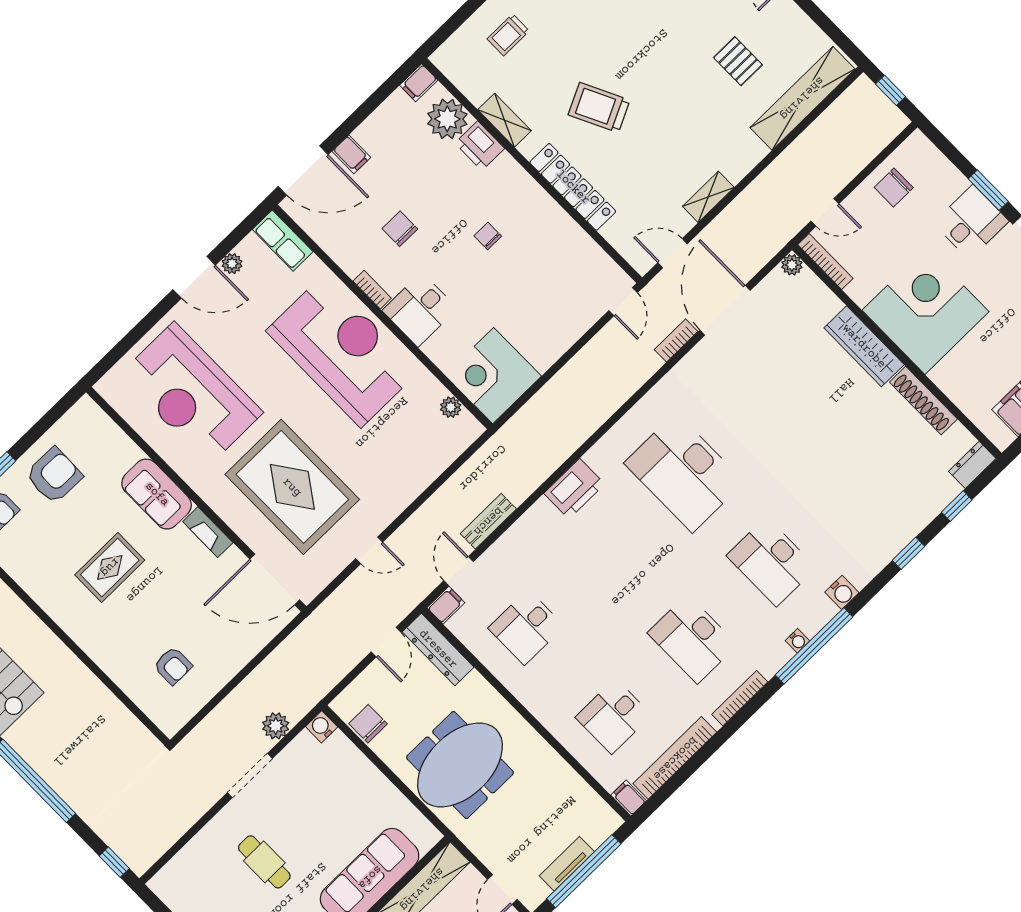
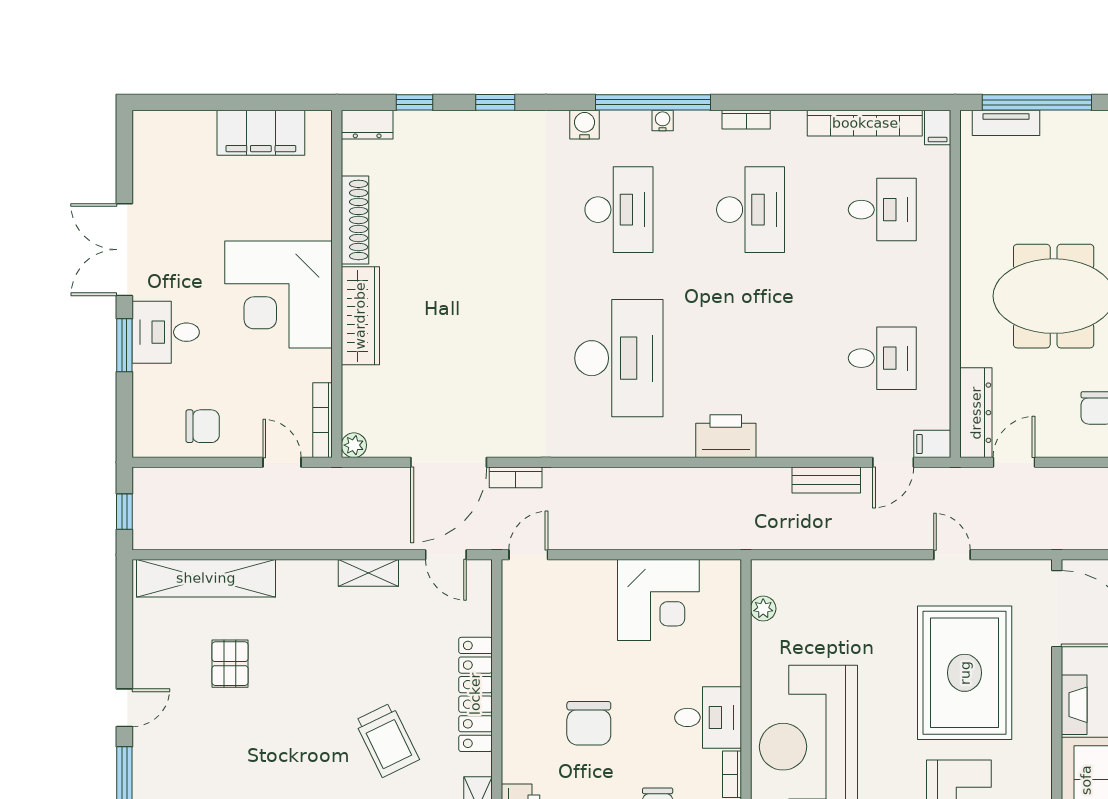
chair: (488, 236) -> (589, 723), width x1.87, depth x1.87
corner desk: (493, 376) -> (658, 600), moved
bookcase: (740, 698) -> (746, 120), width x0.64
tv unit: (567, 864) -> (1006, 123), moved

